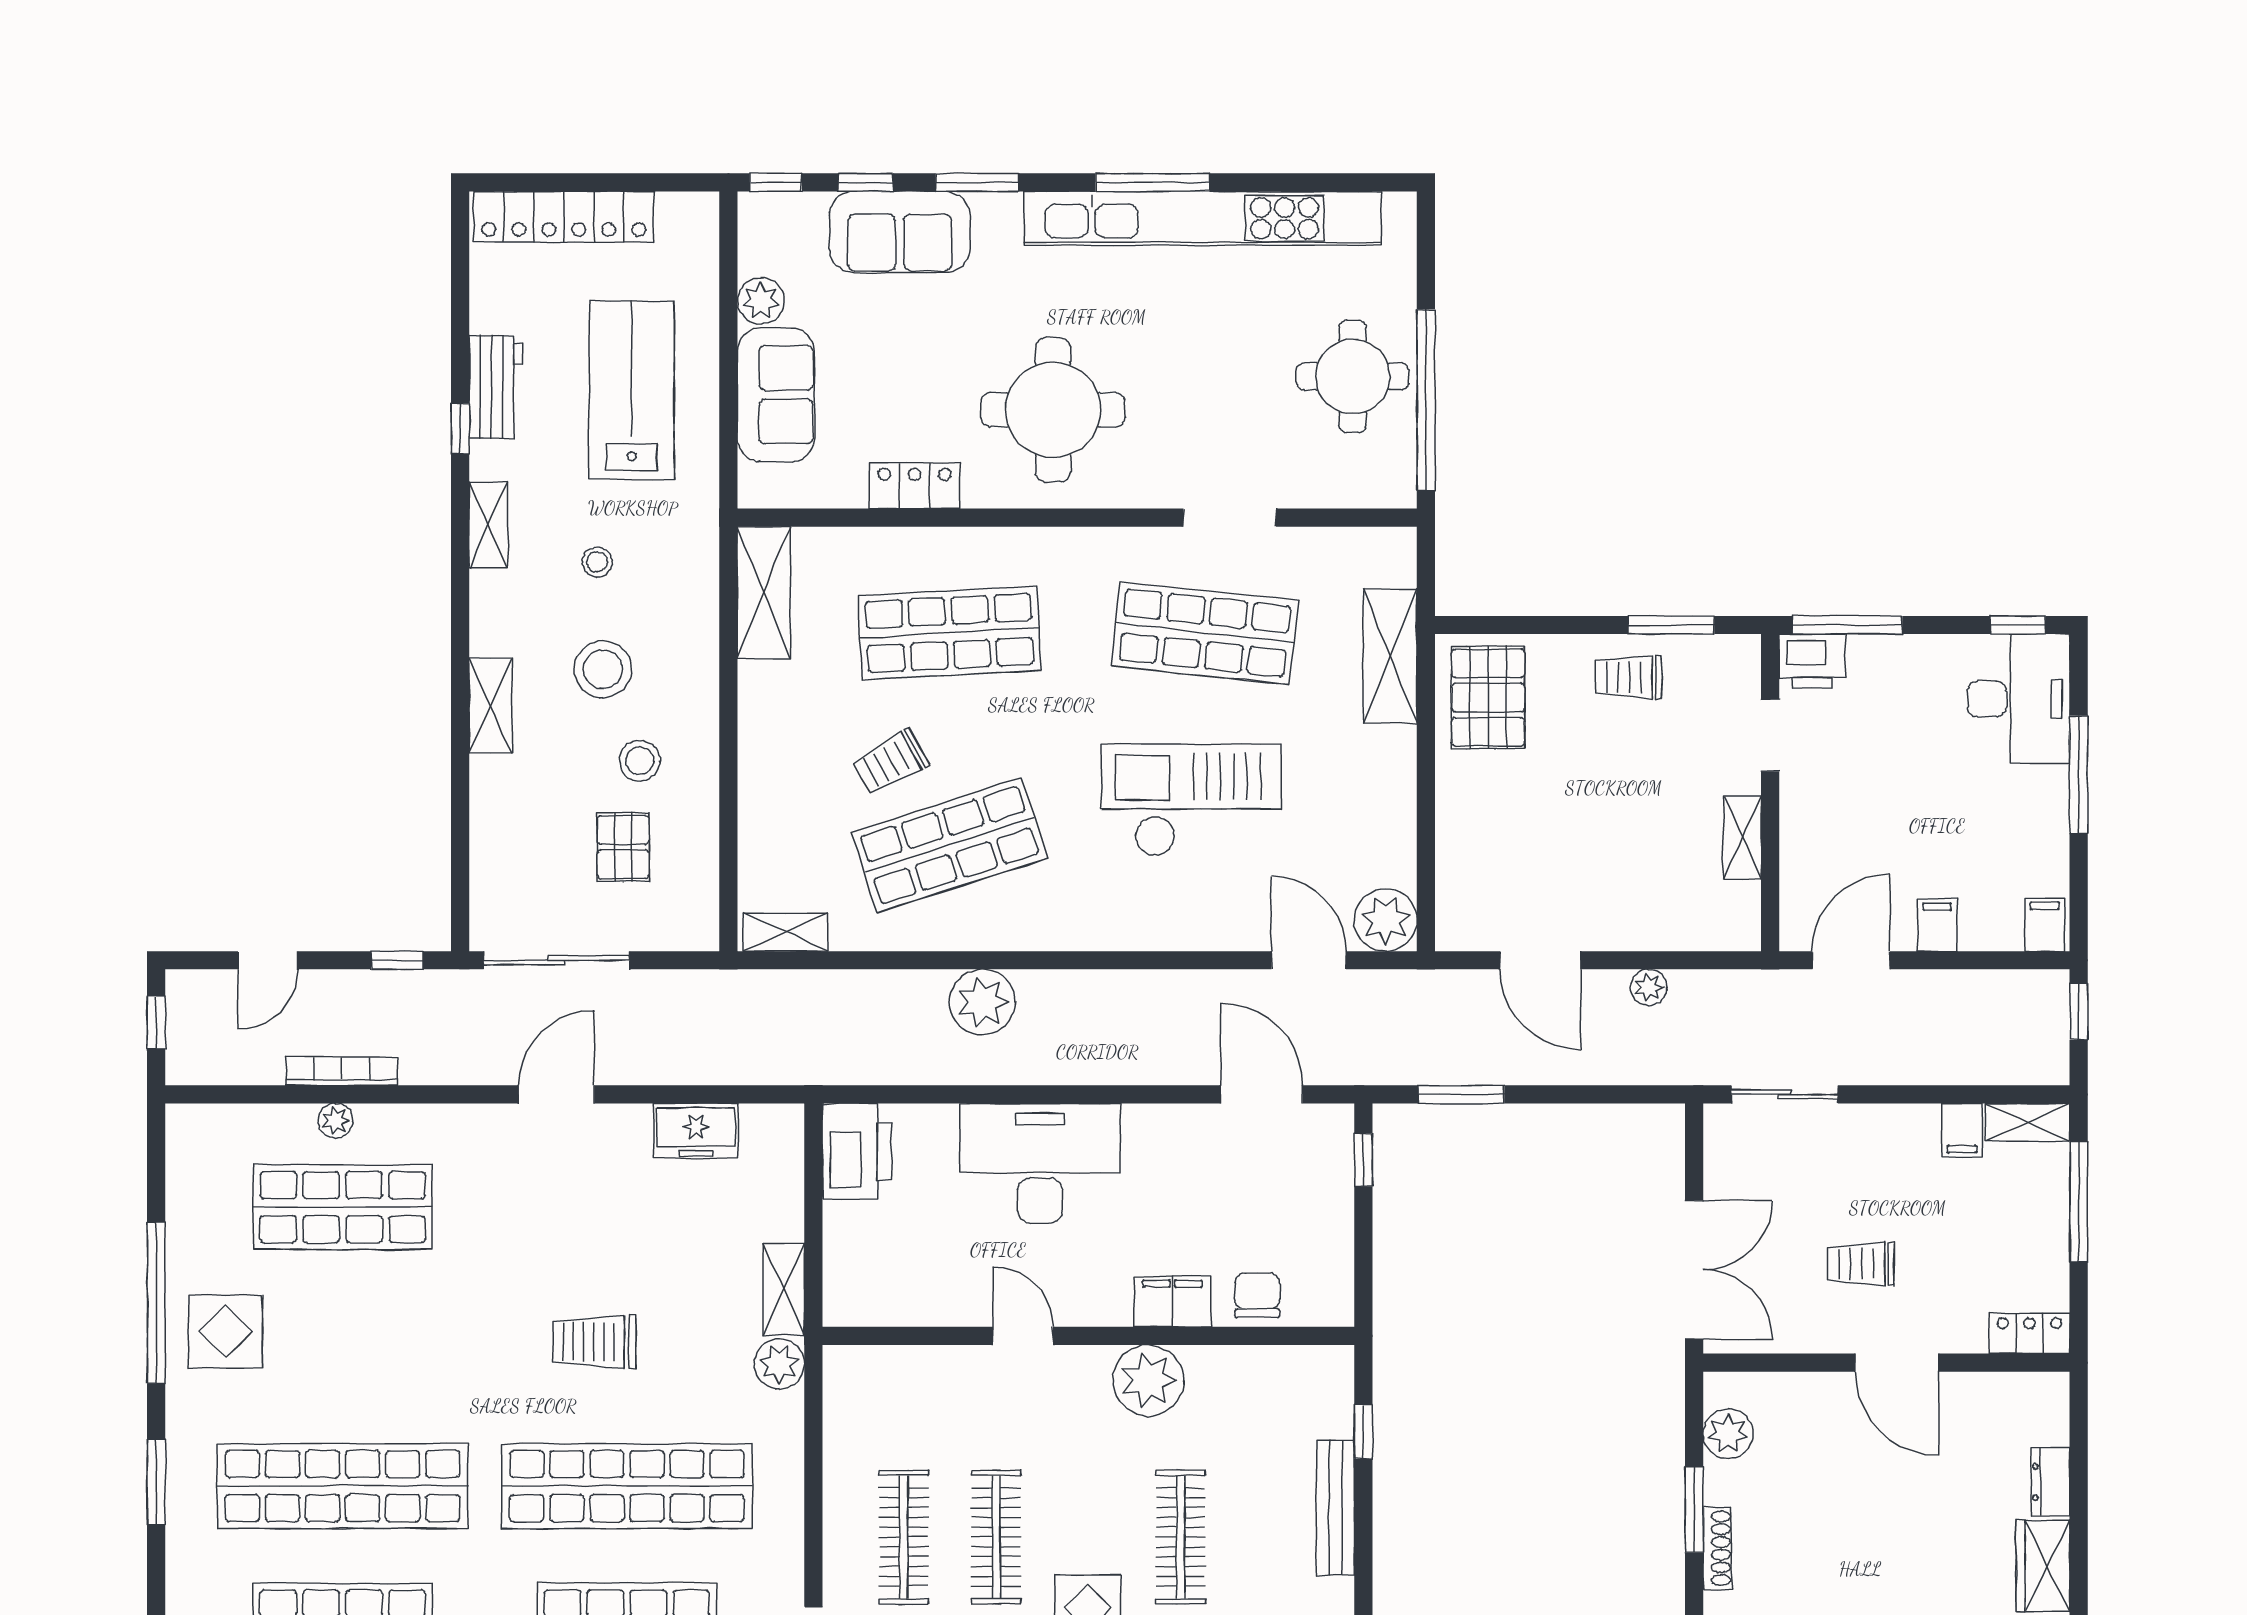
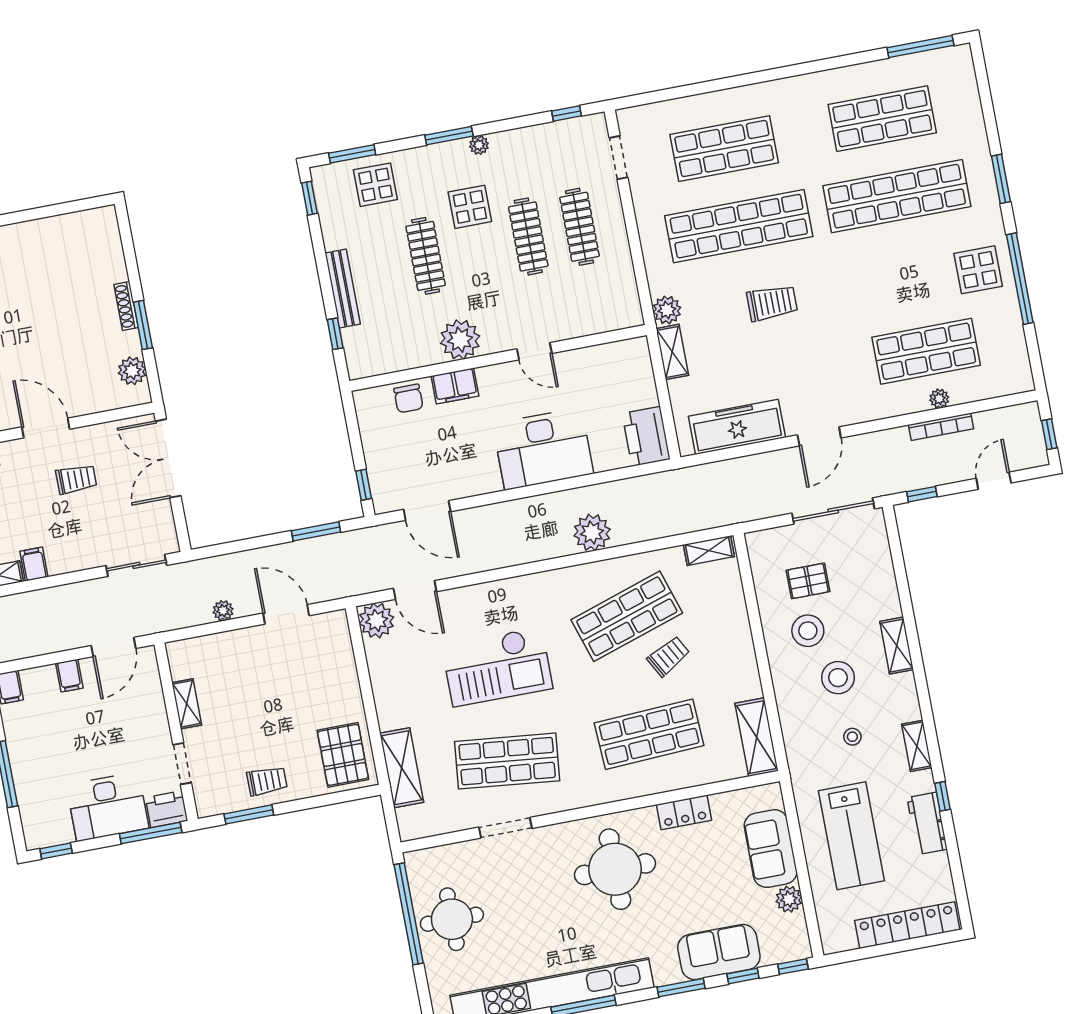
desk: (2019, 699) -> (108, 807), moved, turned -90
stool: (640, 761) -> (808, 631), width x1.38, depth x1.38
pallet: (623, 847) -> (808, 581), turned 90
freezer: (696, 1131) -> (737, 427), width x1.91, depth x1.26

